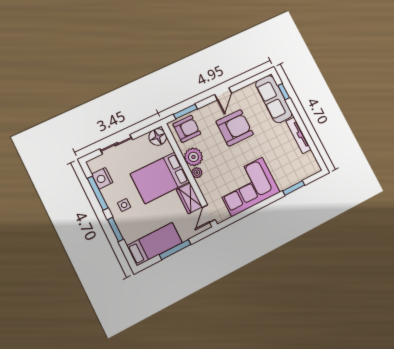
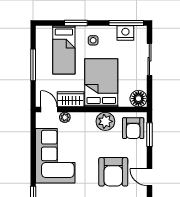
plant: (197, 173) -> (65, 117), moved
window: (98, 193) -> (126, 23), moved
bed: (155, 244) -> (64, 50), moved

